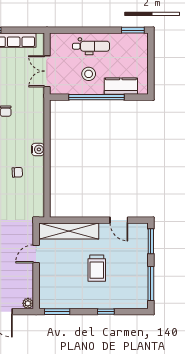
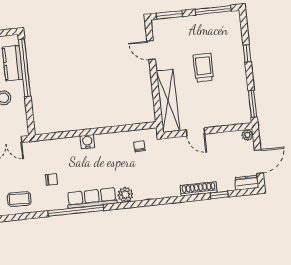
window: (96, 97) -> (25, 68), moved
chair: (17, 172) -> (139, 146), moved
door: (119, 220) -> (151, 50), swing flipped
trolley: (97, 268) -> (203, 68), turned -90

